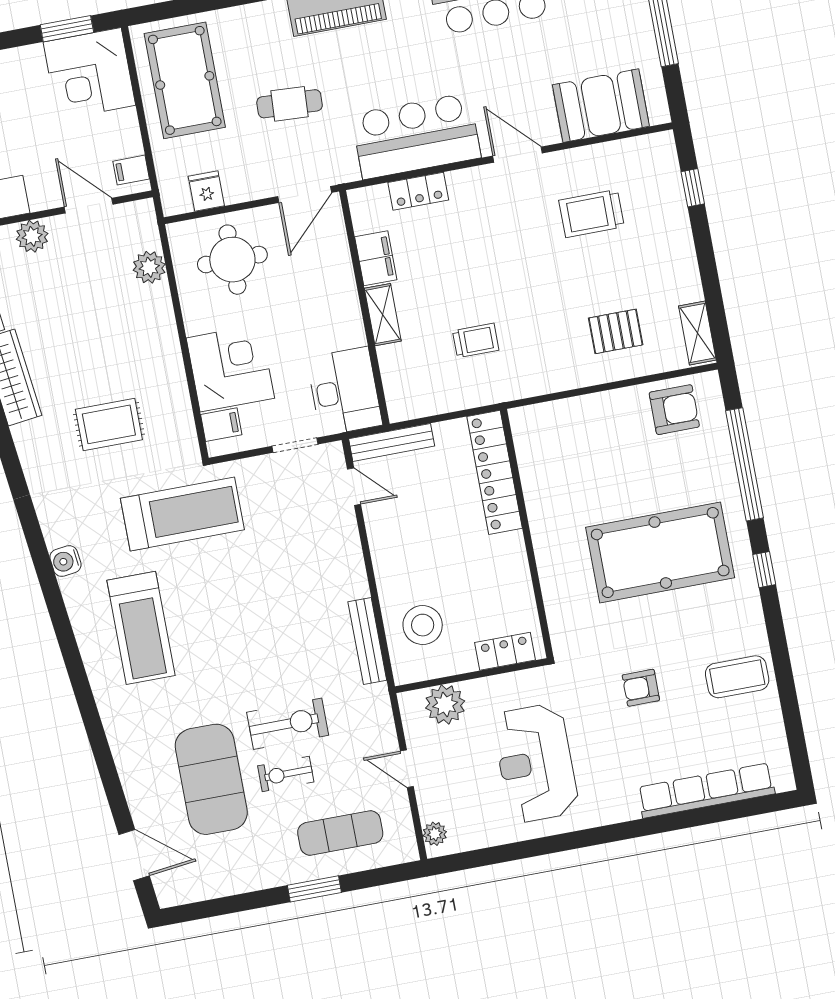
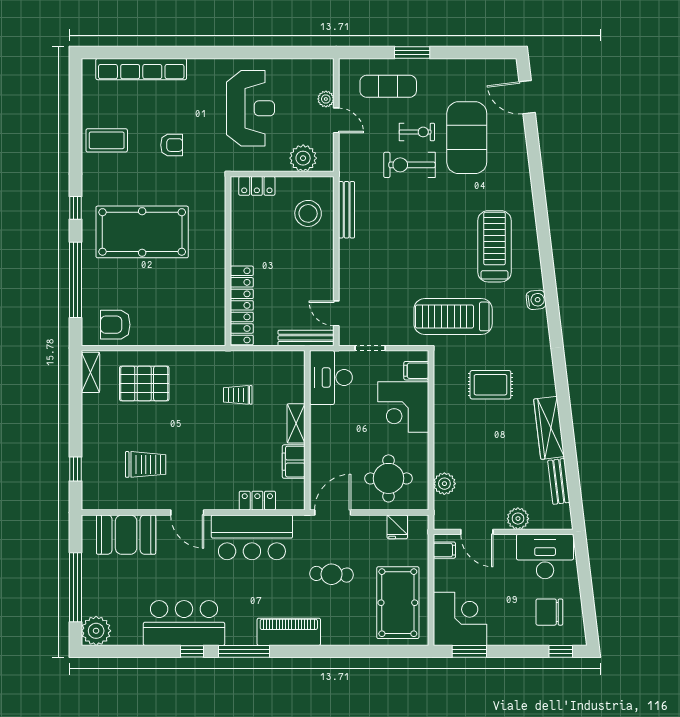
pallet: (616, 331) -> (144, 384), width x1.50, depth x1.42
plant: (435, 834) -> (326, 99), moved

